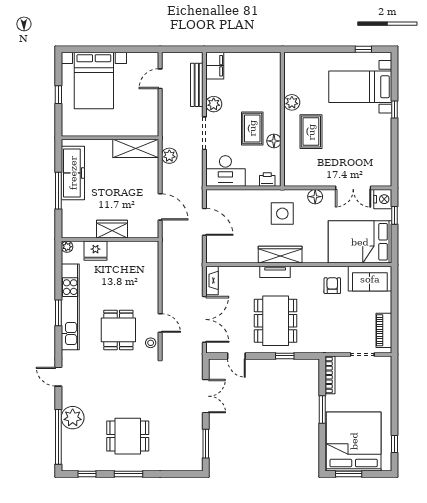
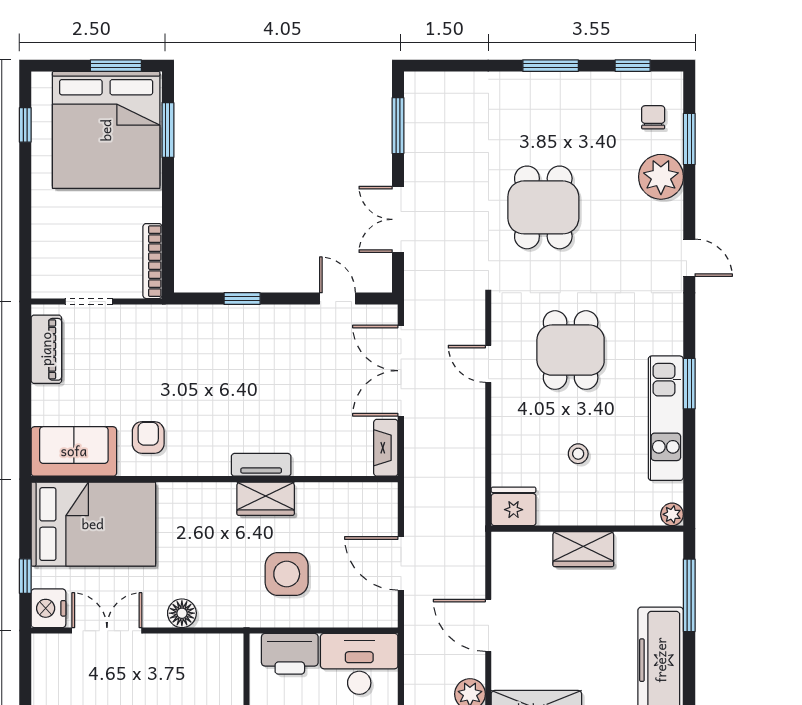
printer: (267, 179) -> (290, 654), width x1.87, depth x1.48
window: (58, 191) -> (689, 595), moved
door: (160, 207) -> (488, 625), moved
side table: (282, 214) -> (287, 574), moved
fridge: (95, 251) -> (514, 506), moved
wardrobe: (280, 255) -> (266, 499), width x0.67
armchair: (332, 286) -> (148, 437), turned 180
kitchen unit: (70, 307) -> (666, 418), width x0.73
dining table: (276, 321) -> (260, 368), removed
stool: (151, 343) -> (578, 454), moved
window: (322, 409) -> (168, 130), moved
dining table: (128, 436) -> (543, 207), moved, turned 90
window: (58, 437) -> (689, 139), width x0.47
chair: (77, 448) -> (653, 117), added

